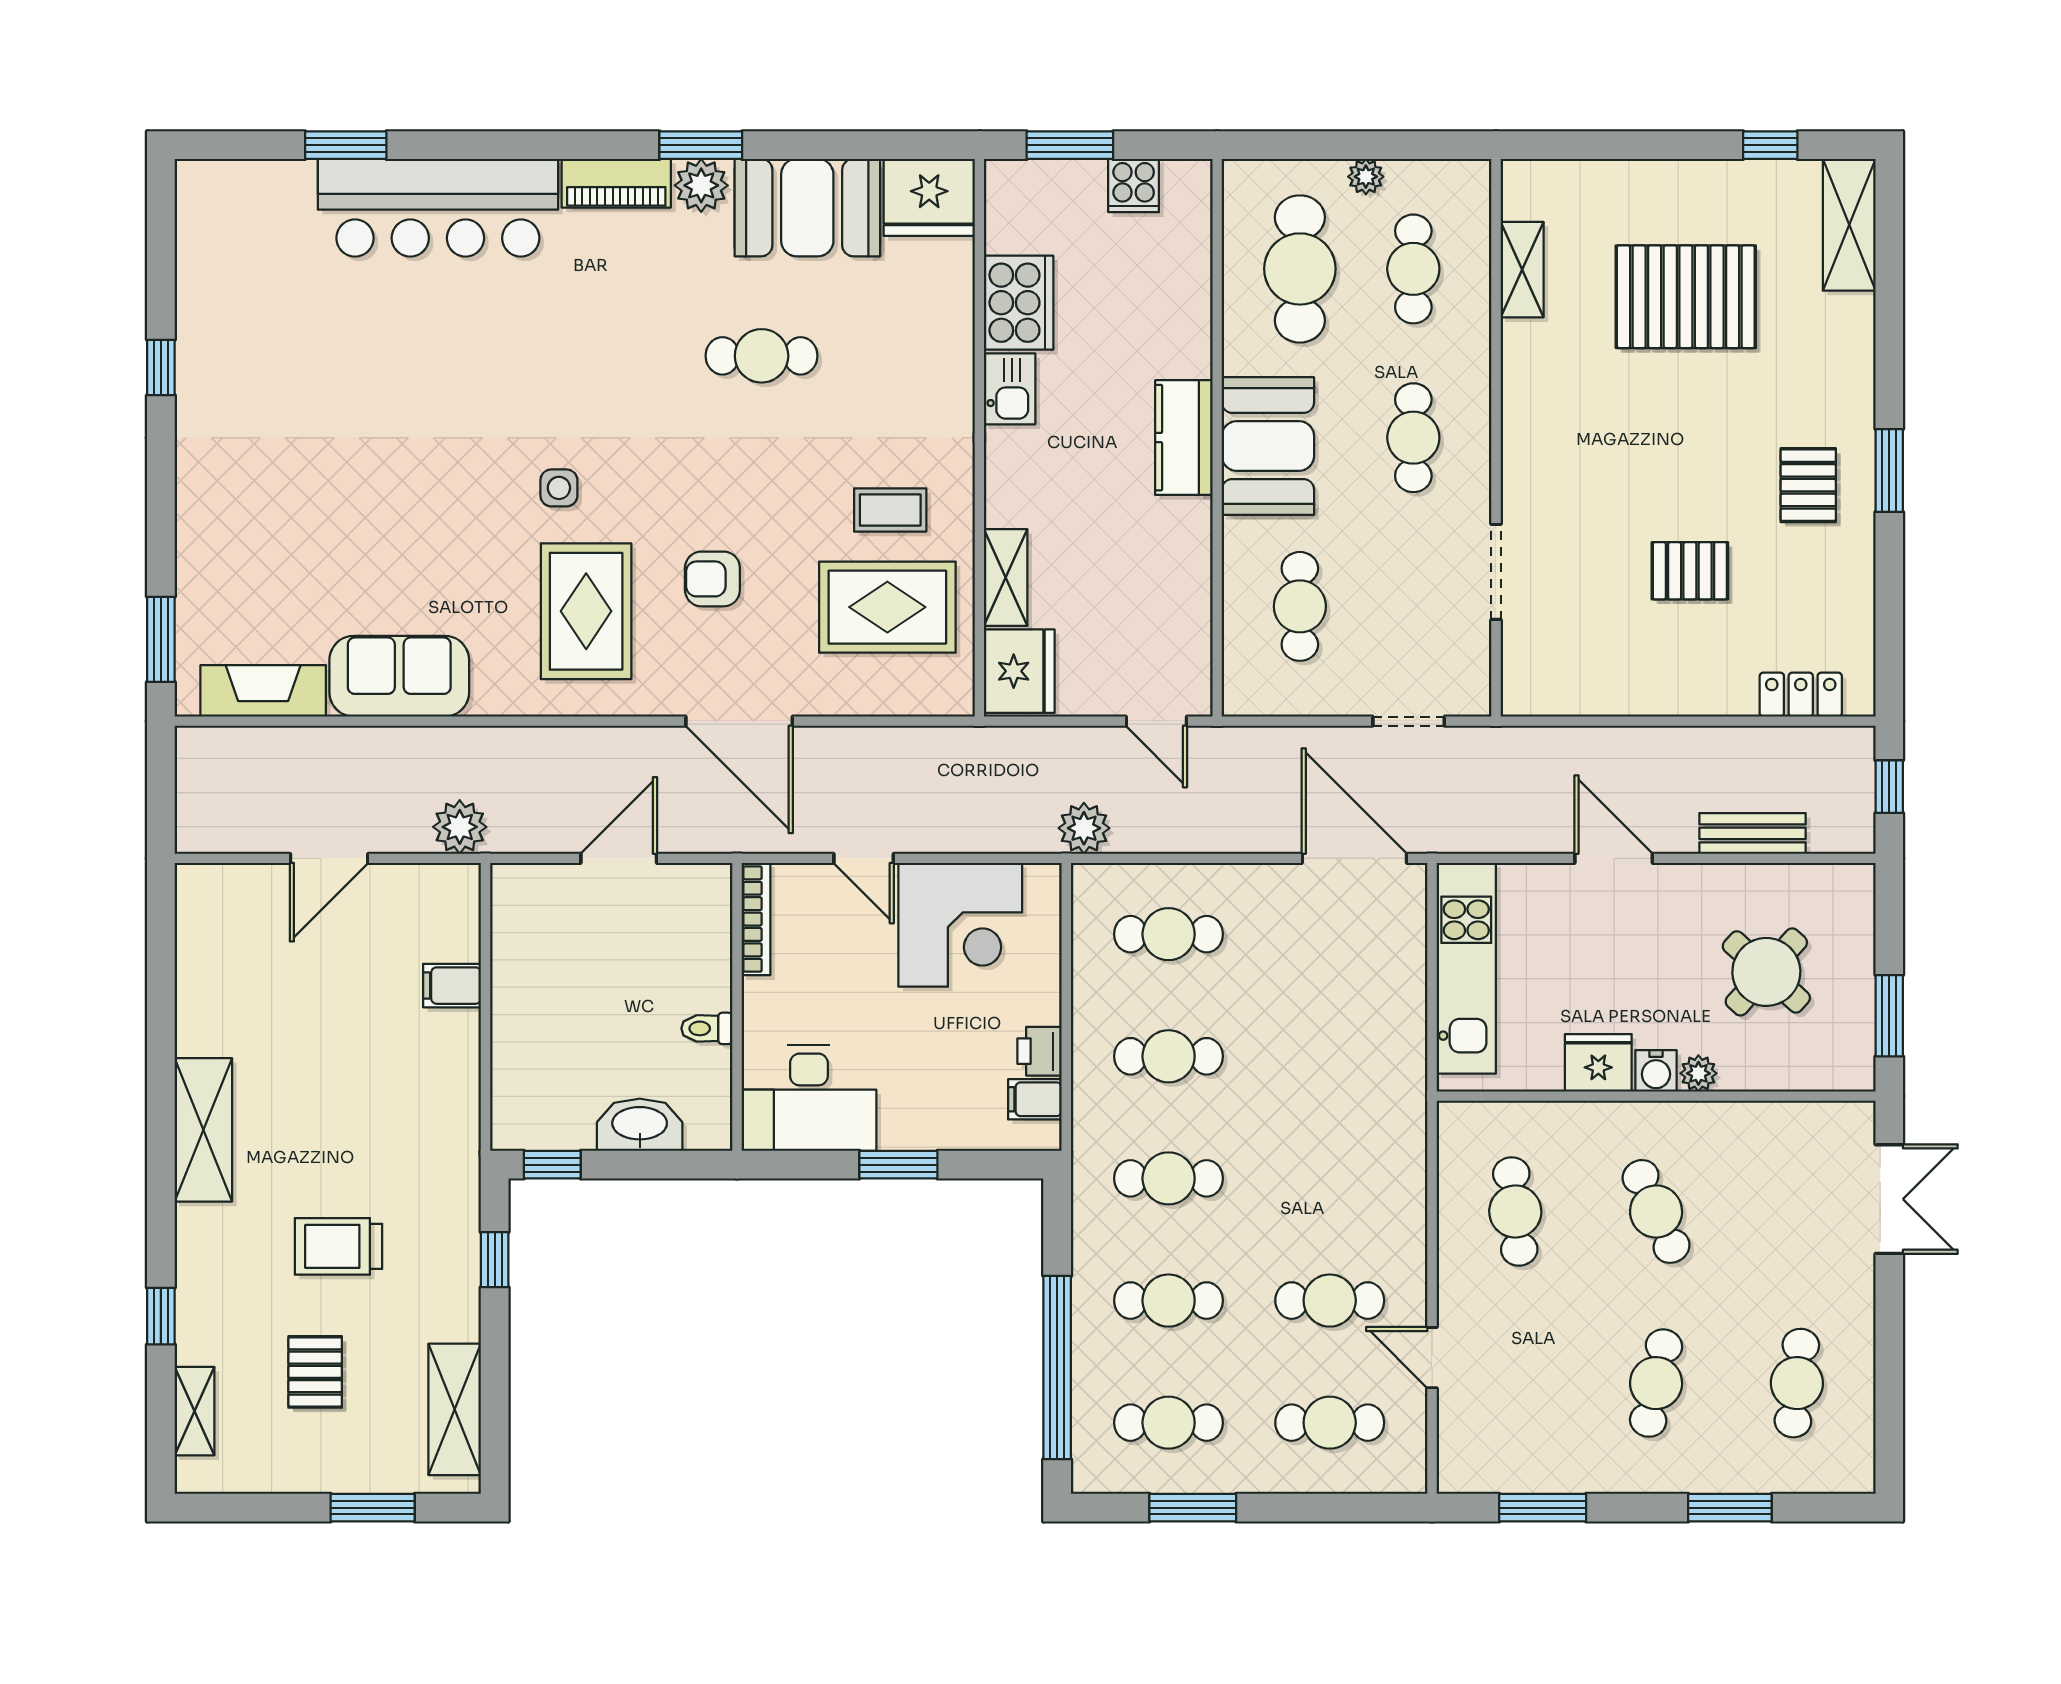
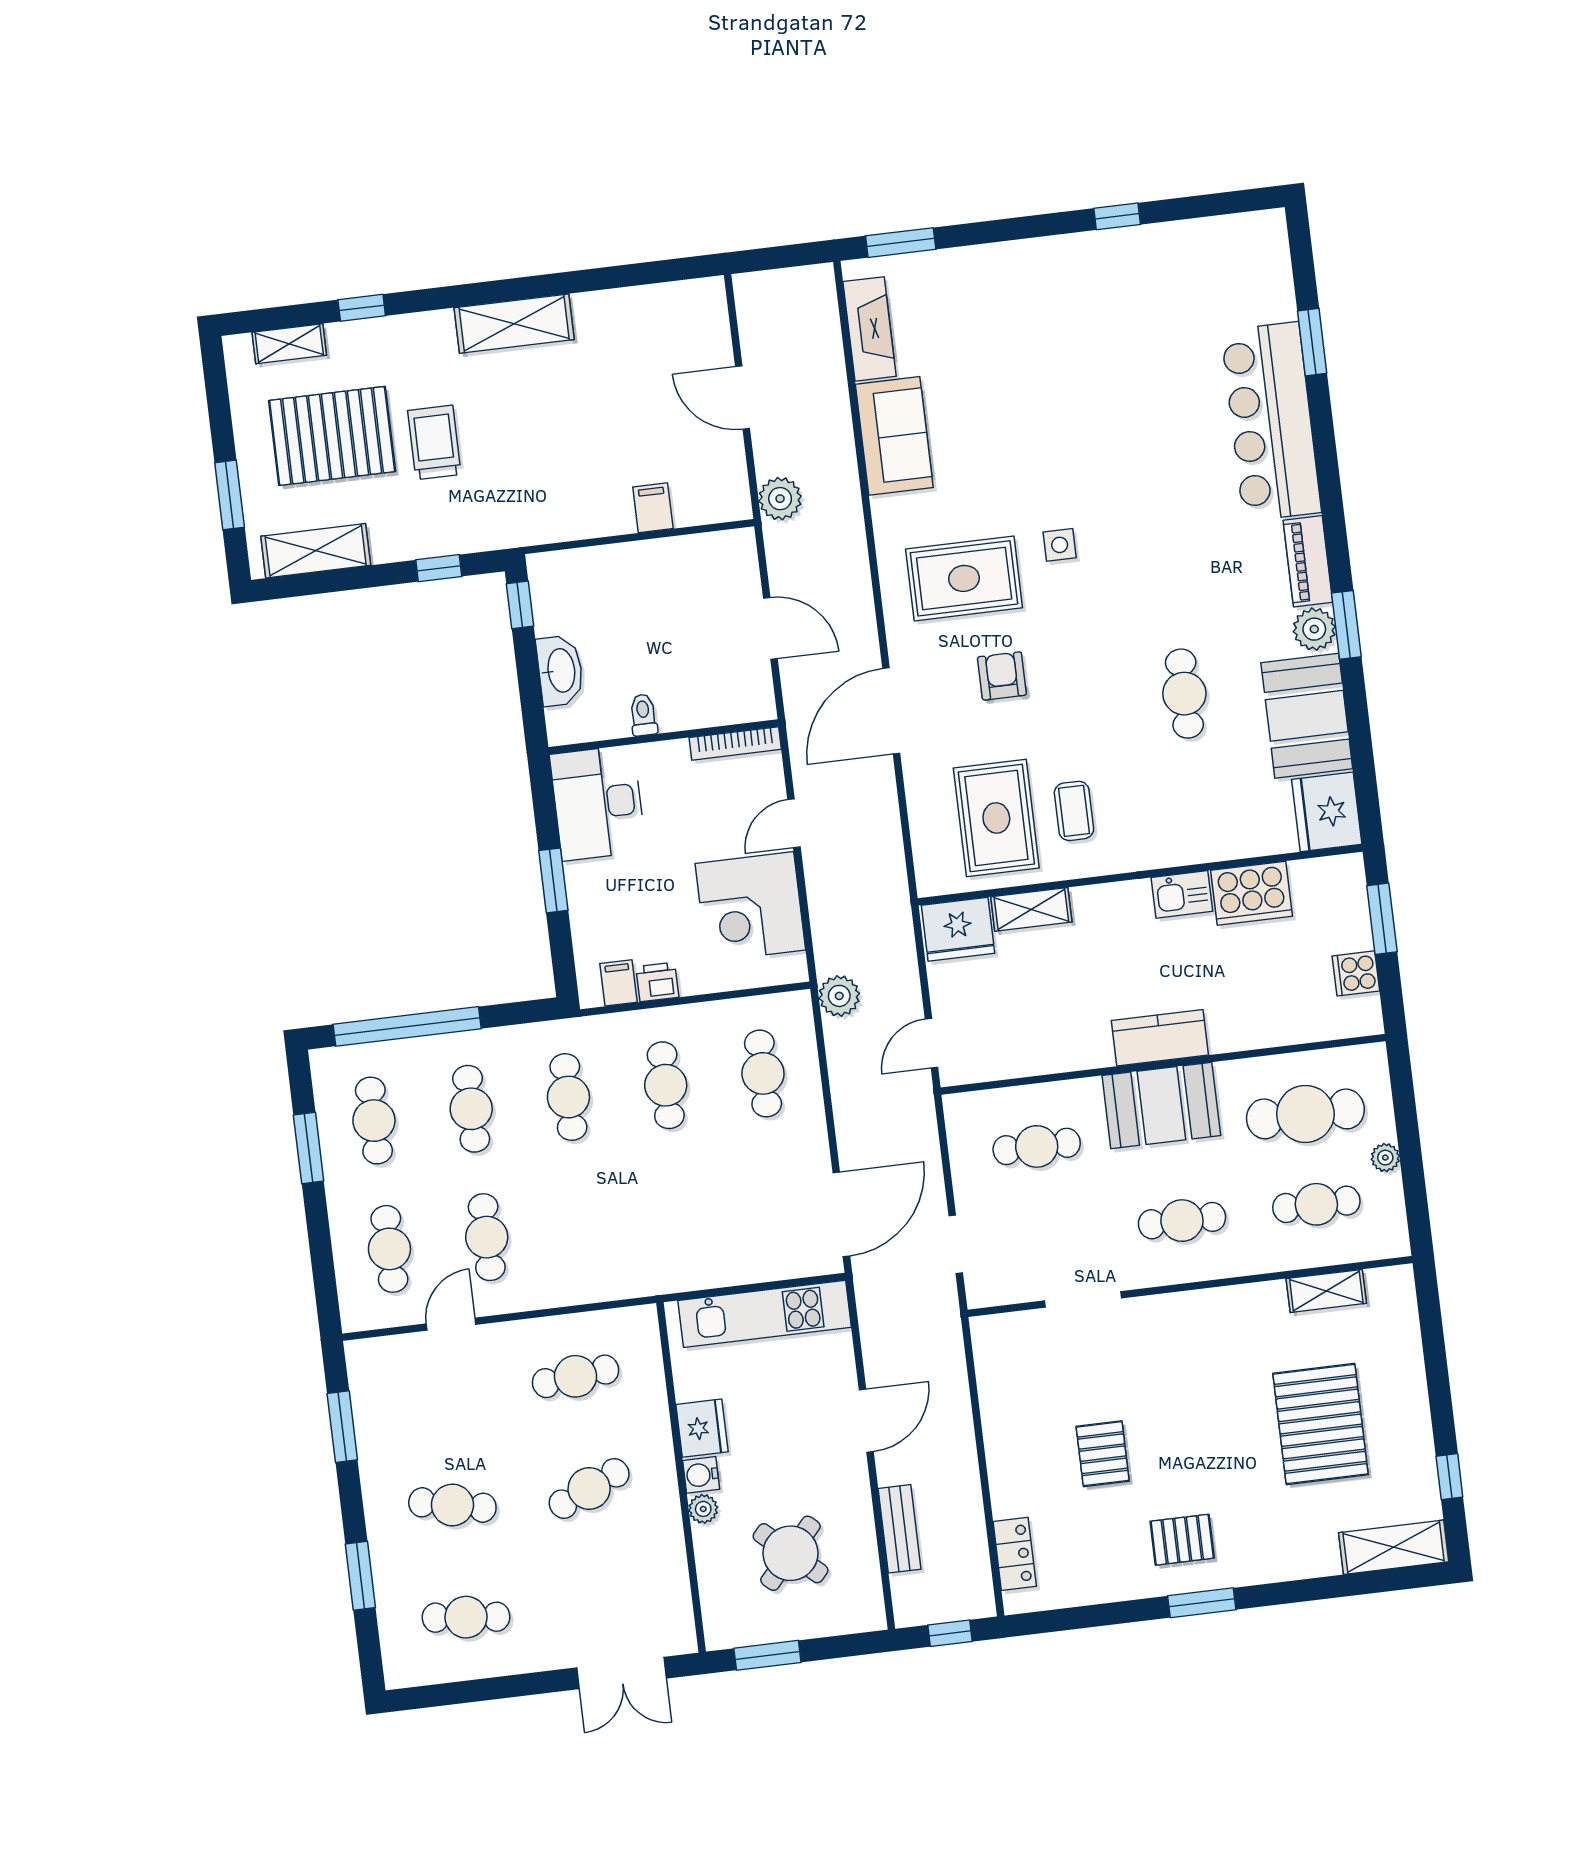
pallet: (315, 1372) -> (332, 436), width x2.05, depth x2.00

